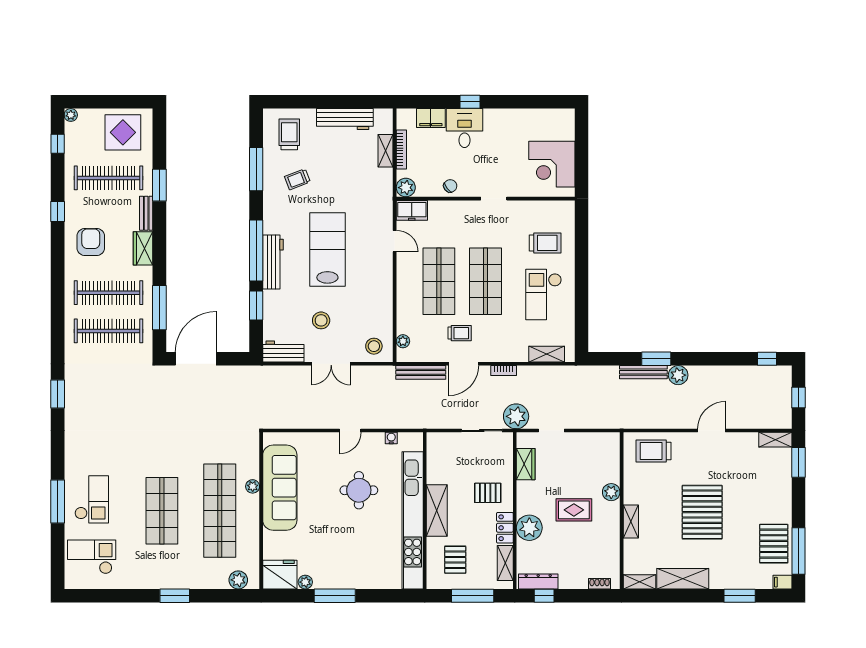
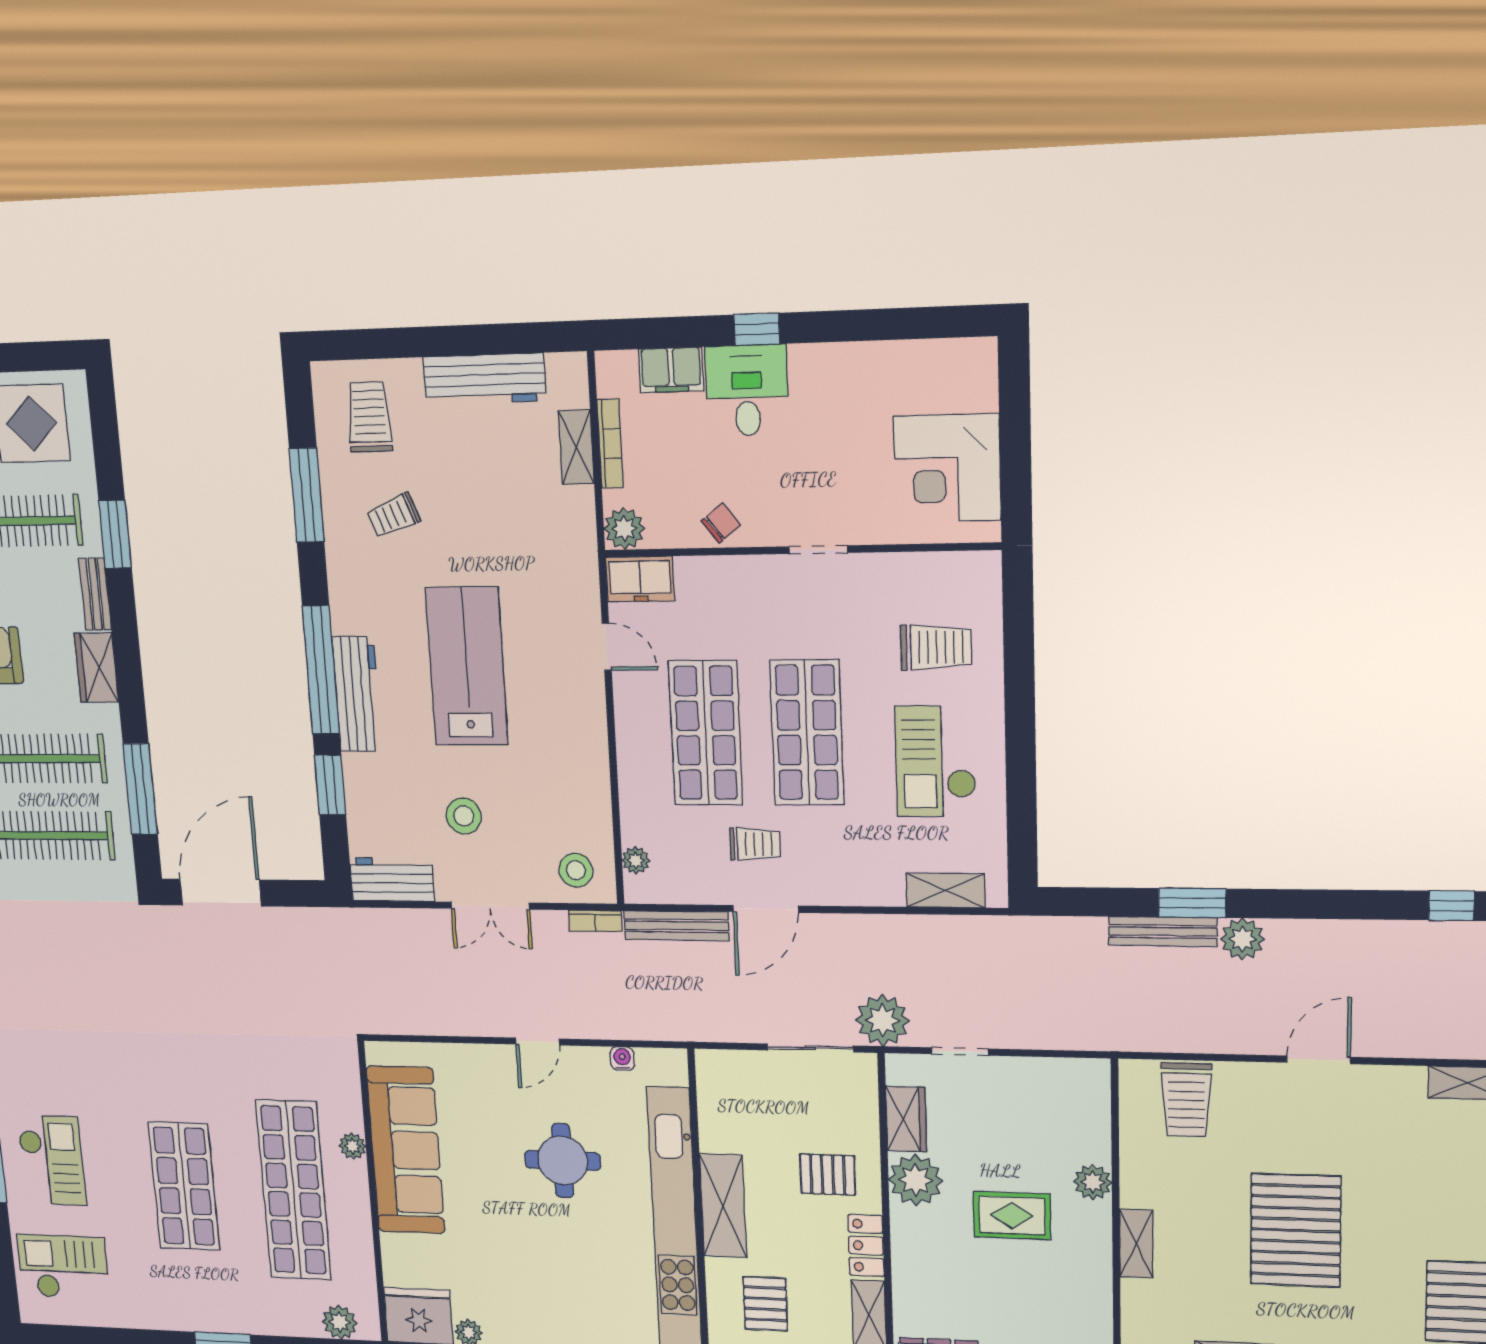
bookcase: (504, 371) -> (595, 921), moved
trolley: (654, 451) -> (1186, 1100), turned -90
plant: (529, 528) -> (916, 1180), moved

